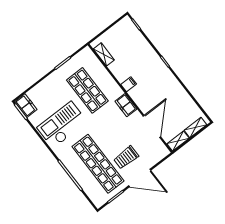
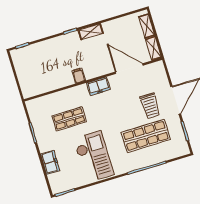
shelving: (104, 54) -> (91, 32), moved
shop shelf: (87, 90) -> (69, 119), width x0.70, depth x0.74
freezer: (26, 106) -> (50, 162), moved, turned 90
checkout: (62, 125) -> (94, 157), turned 180
shop shelf: (98, 164) -> (146, 136), width x0.71

